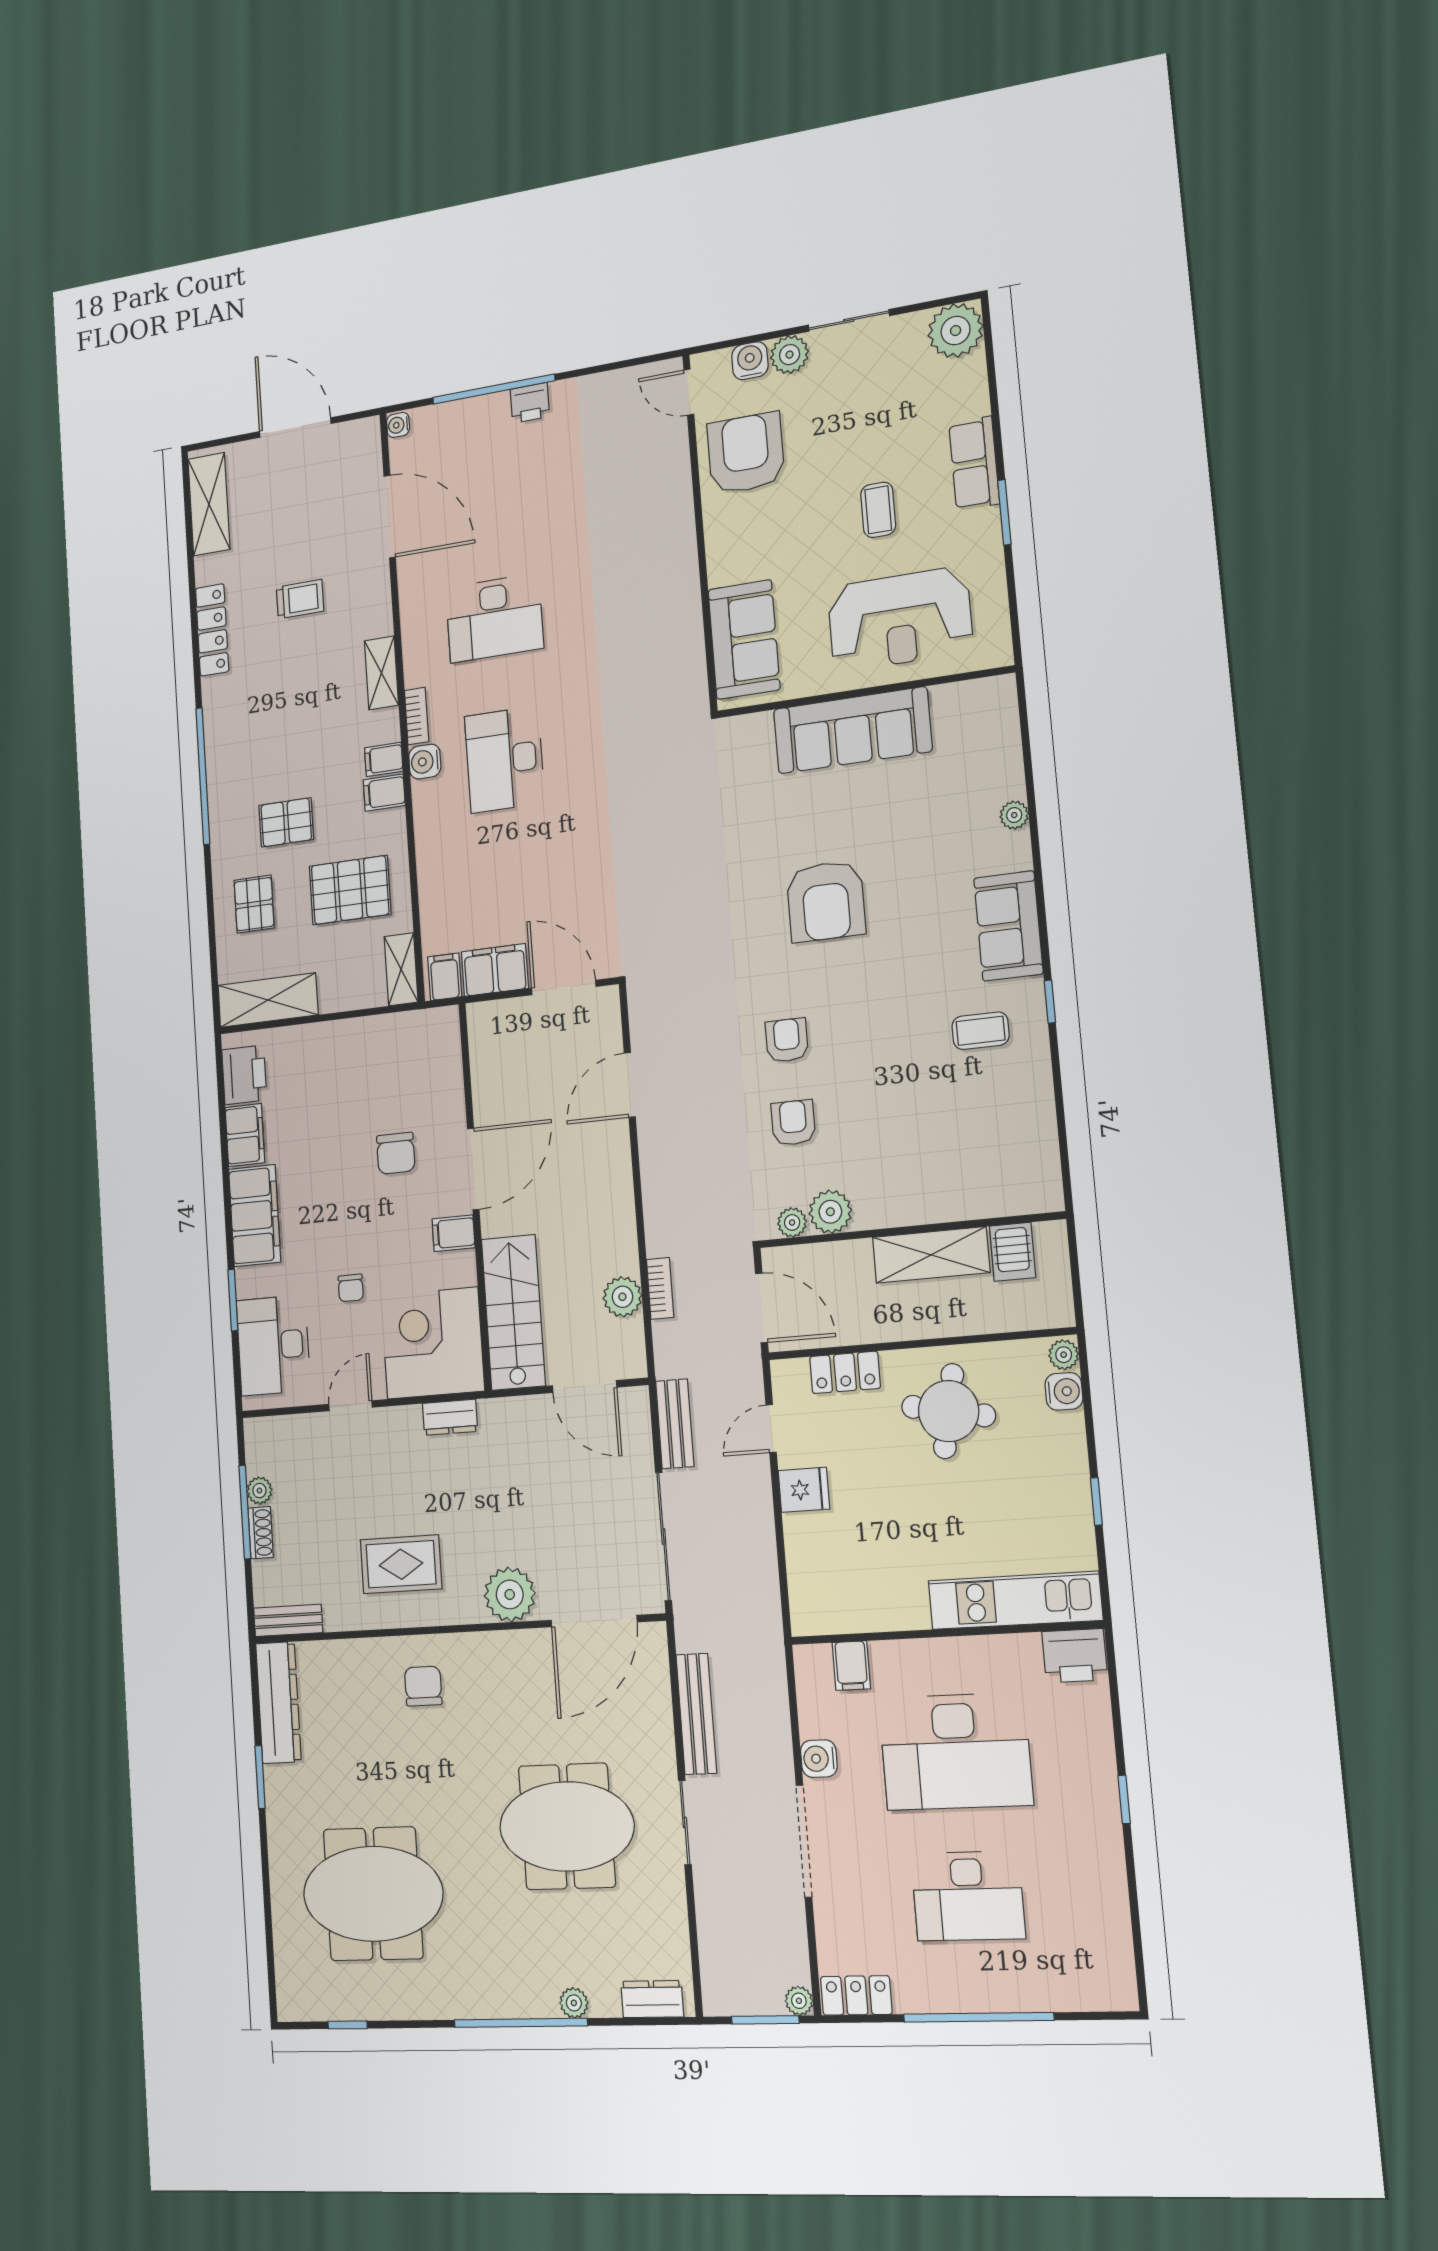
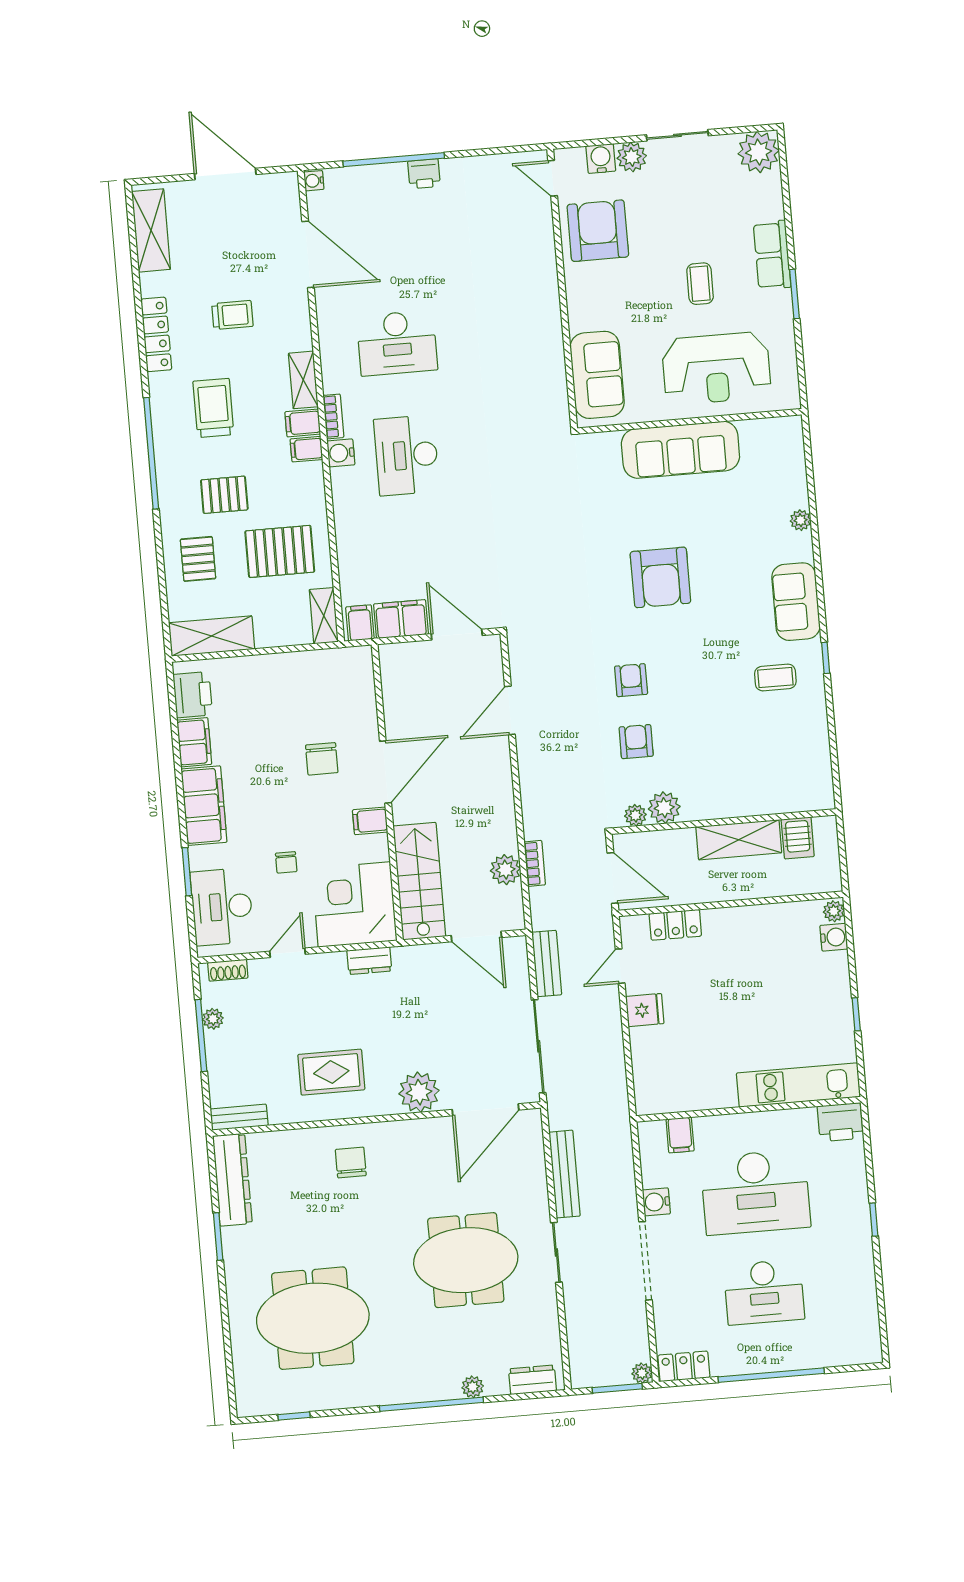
trolley: (276, 715) -> (213, 408), added
filing cabinet: (384, 793) -> (303, 423), moved
round table: (949, 1411) -> (751, 952), removed
shoe rack: (261, 1533) -> (228, 970), moved, turned 90

